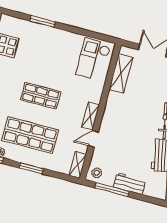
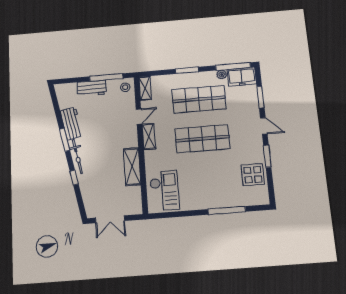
window: (43, 21) -> (227, 210), width x1.44
shelving: (121, 73) -> (132, 167), moved
shop shelf: (41, 96) -> (202, 139), width x1.43, depth x1.36

